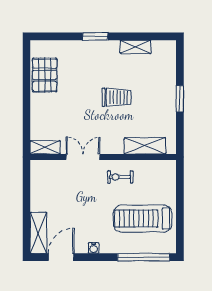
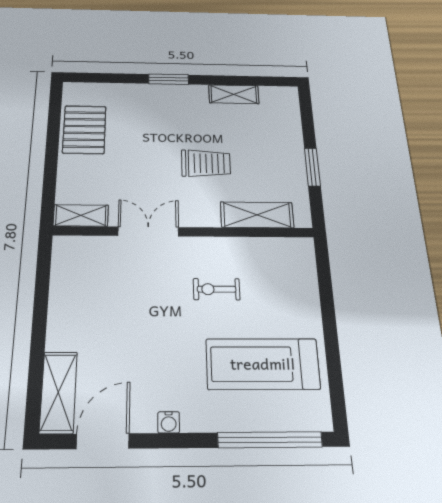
shelving: (145, 146) -> (257, 215), moved
shelving: (45, 147) -> (81, 215), moved
double door: (83, 157) -> (148, 231), moved
wall: (103, 157) -> (184, 232), moved

